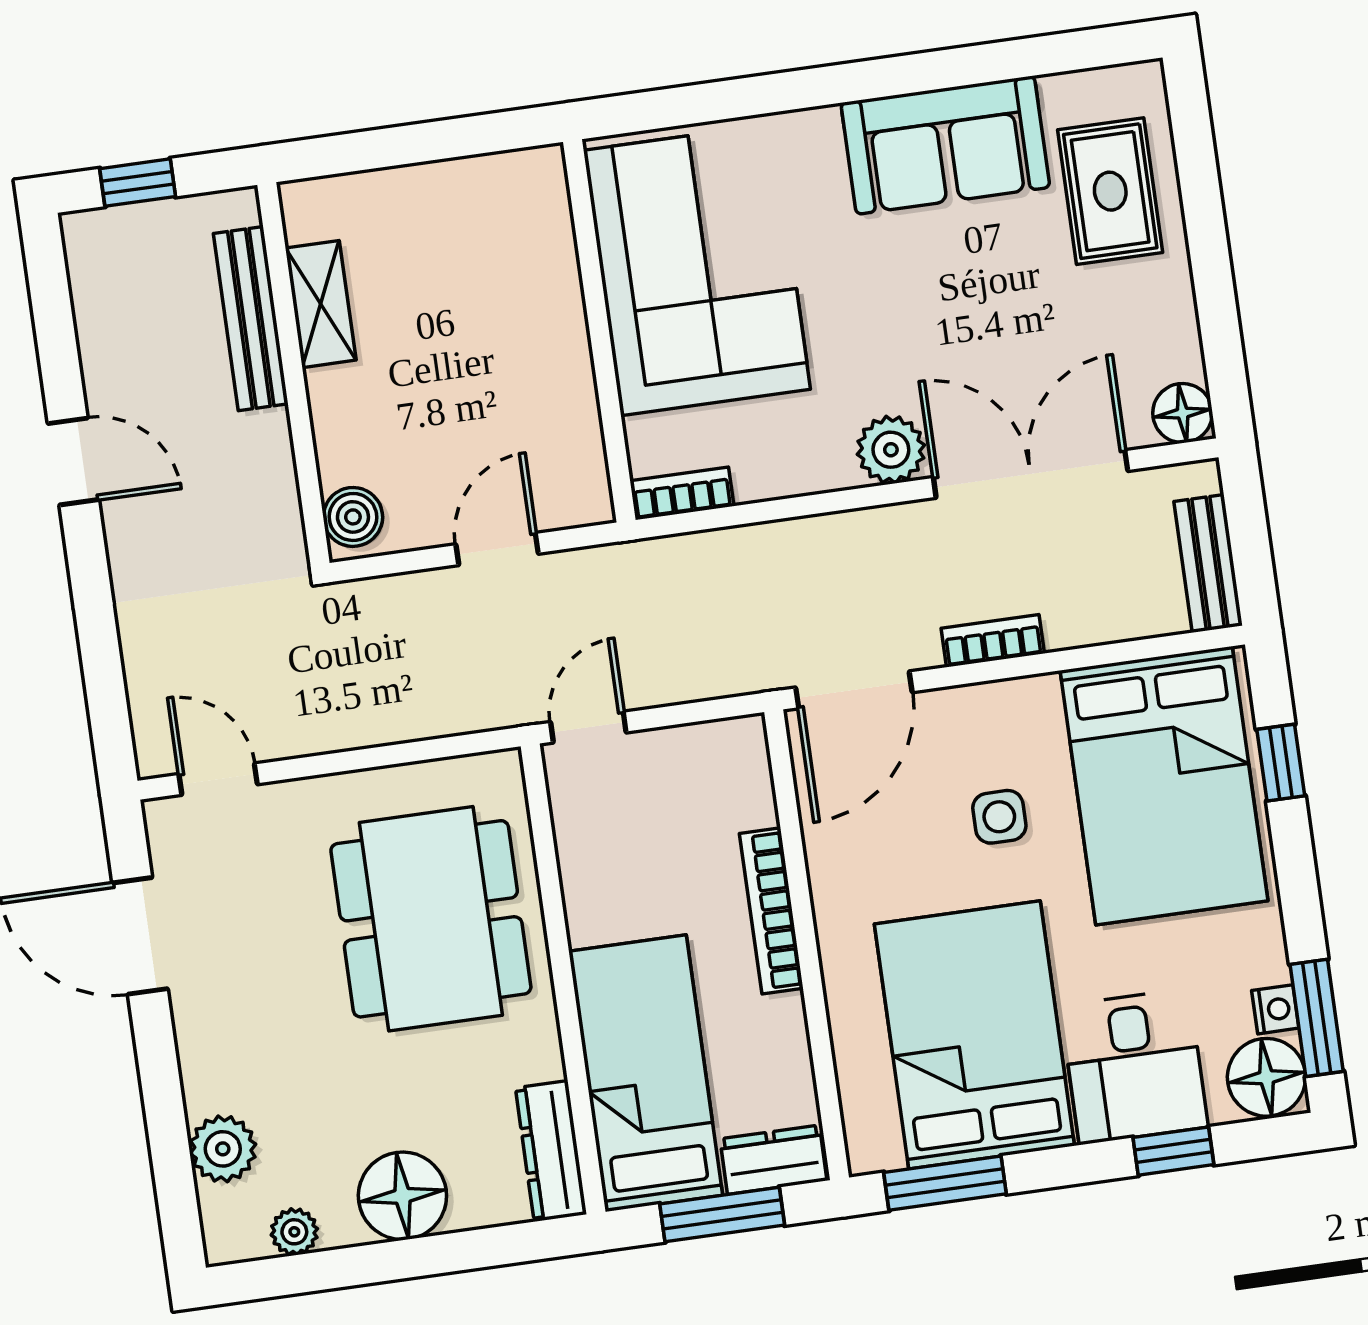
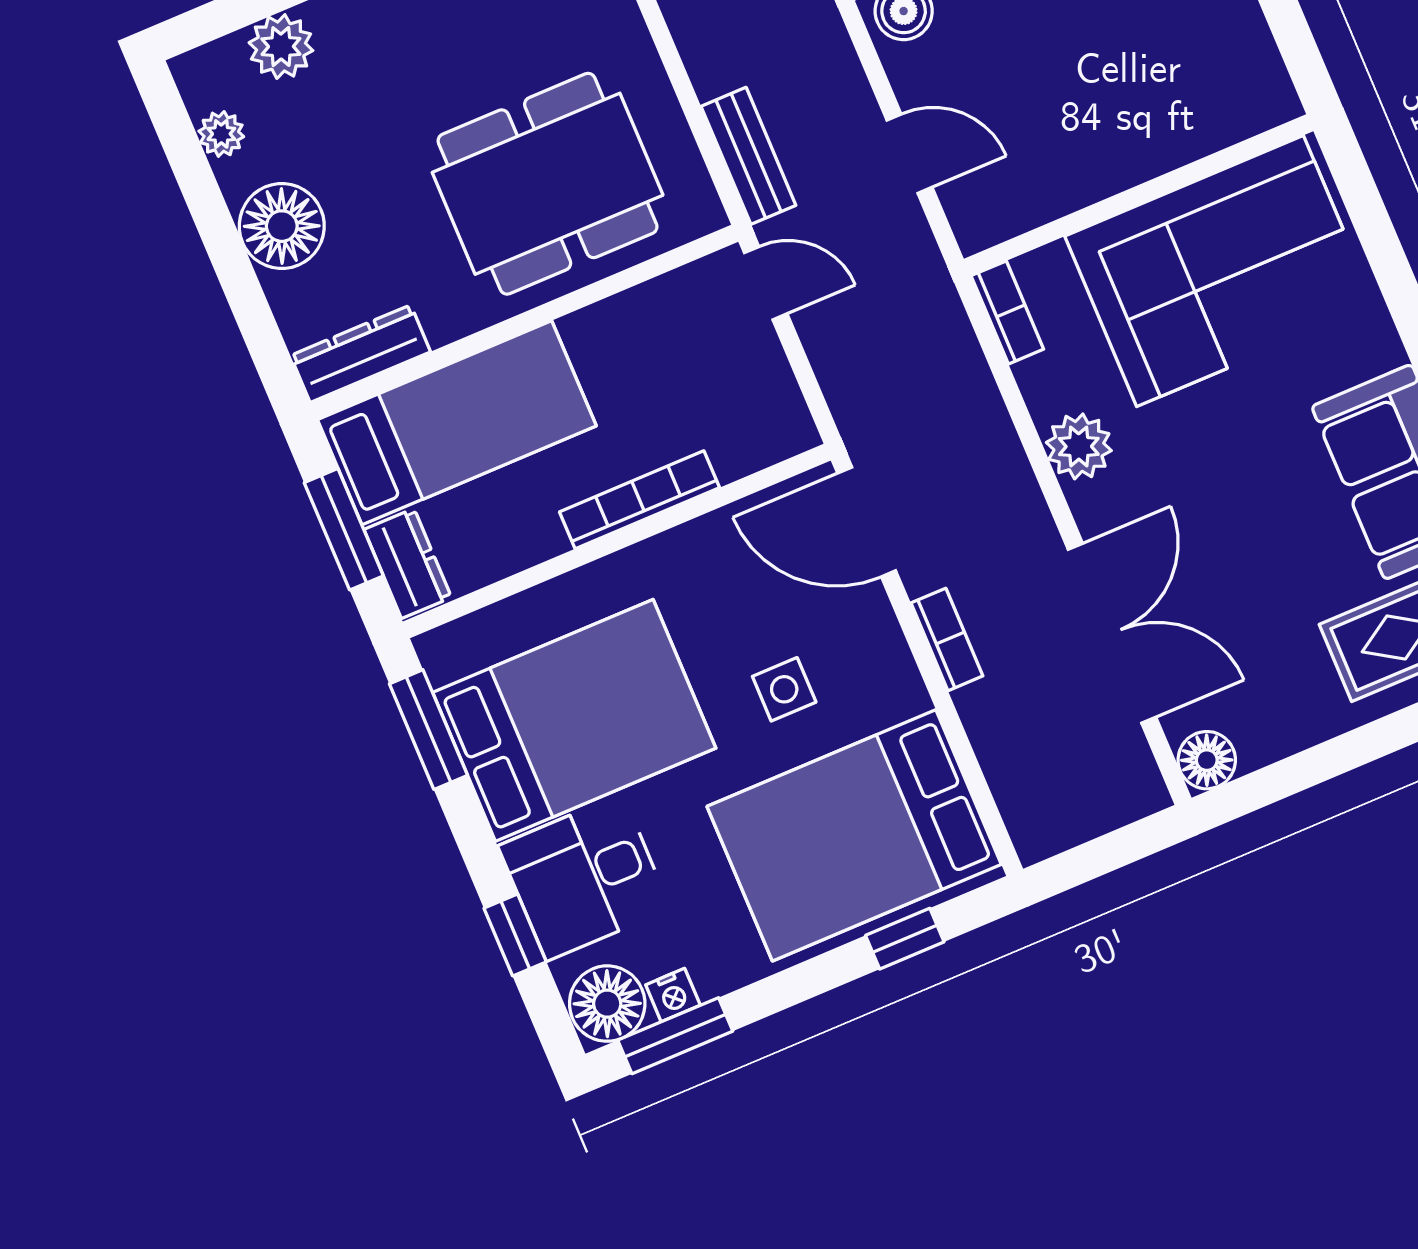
plant: (891, 450) -> (1079, 446), moved
bench: (1208, 564) -> (748, 156), moved, turned 90

